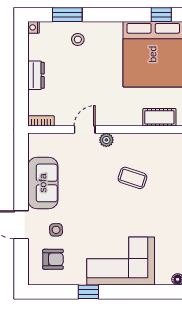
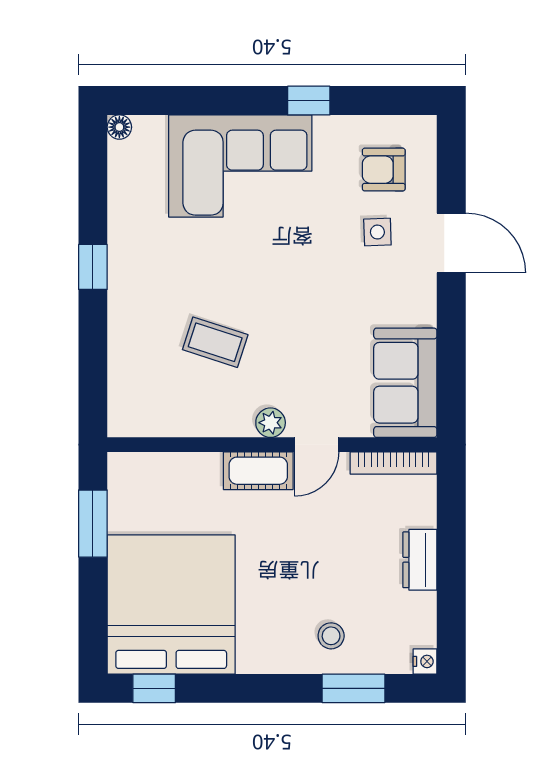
cot: (159, 117) -> (258, 471), moved
bookcase: (41, 121) -> (394, 463), width x1.56
sofa: (43, 183) -> (405, 383), moved

